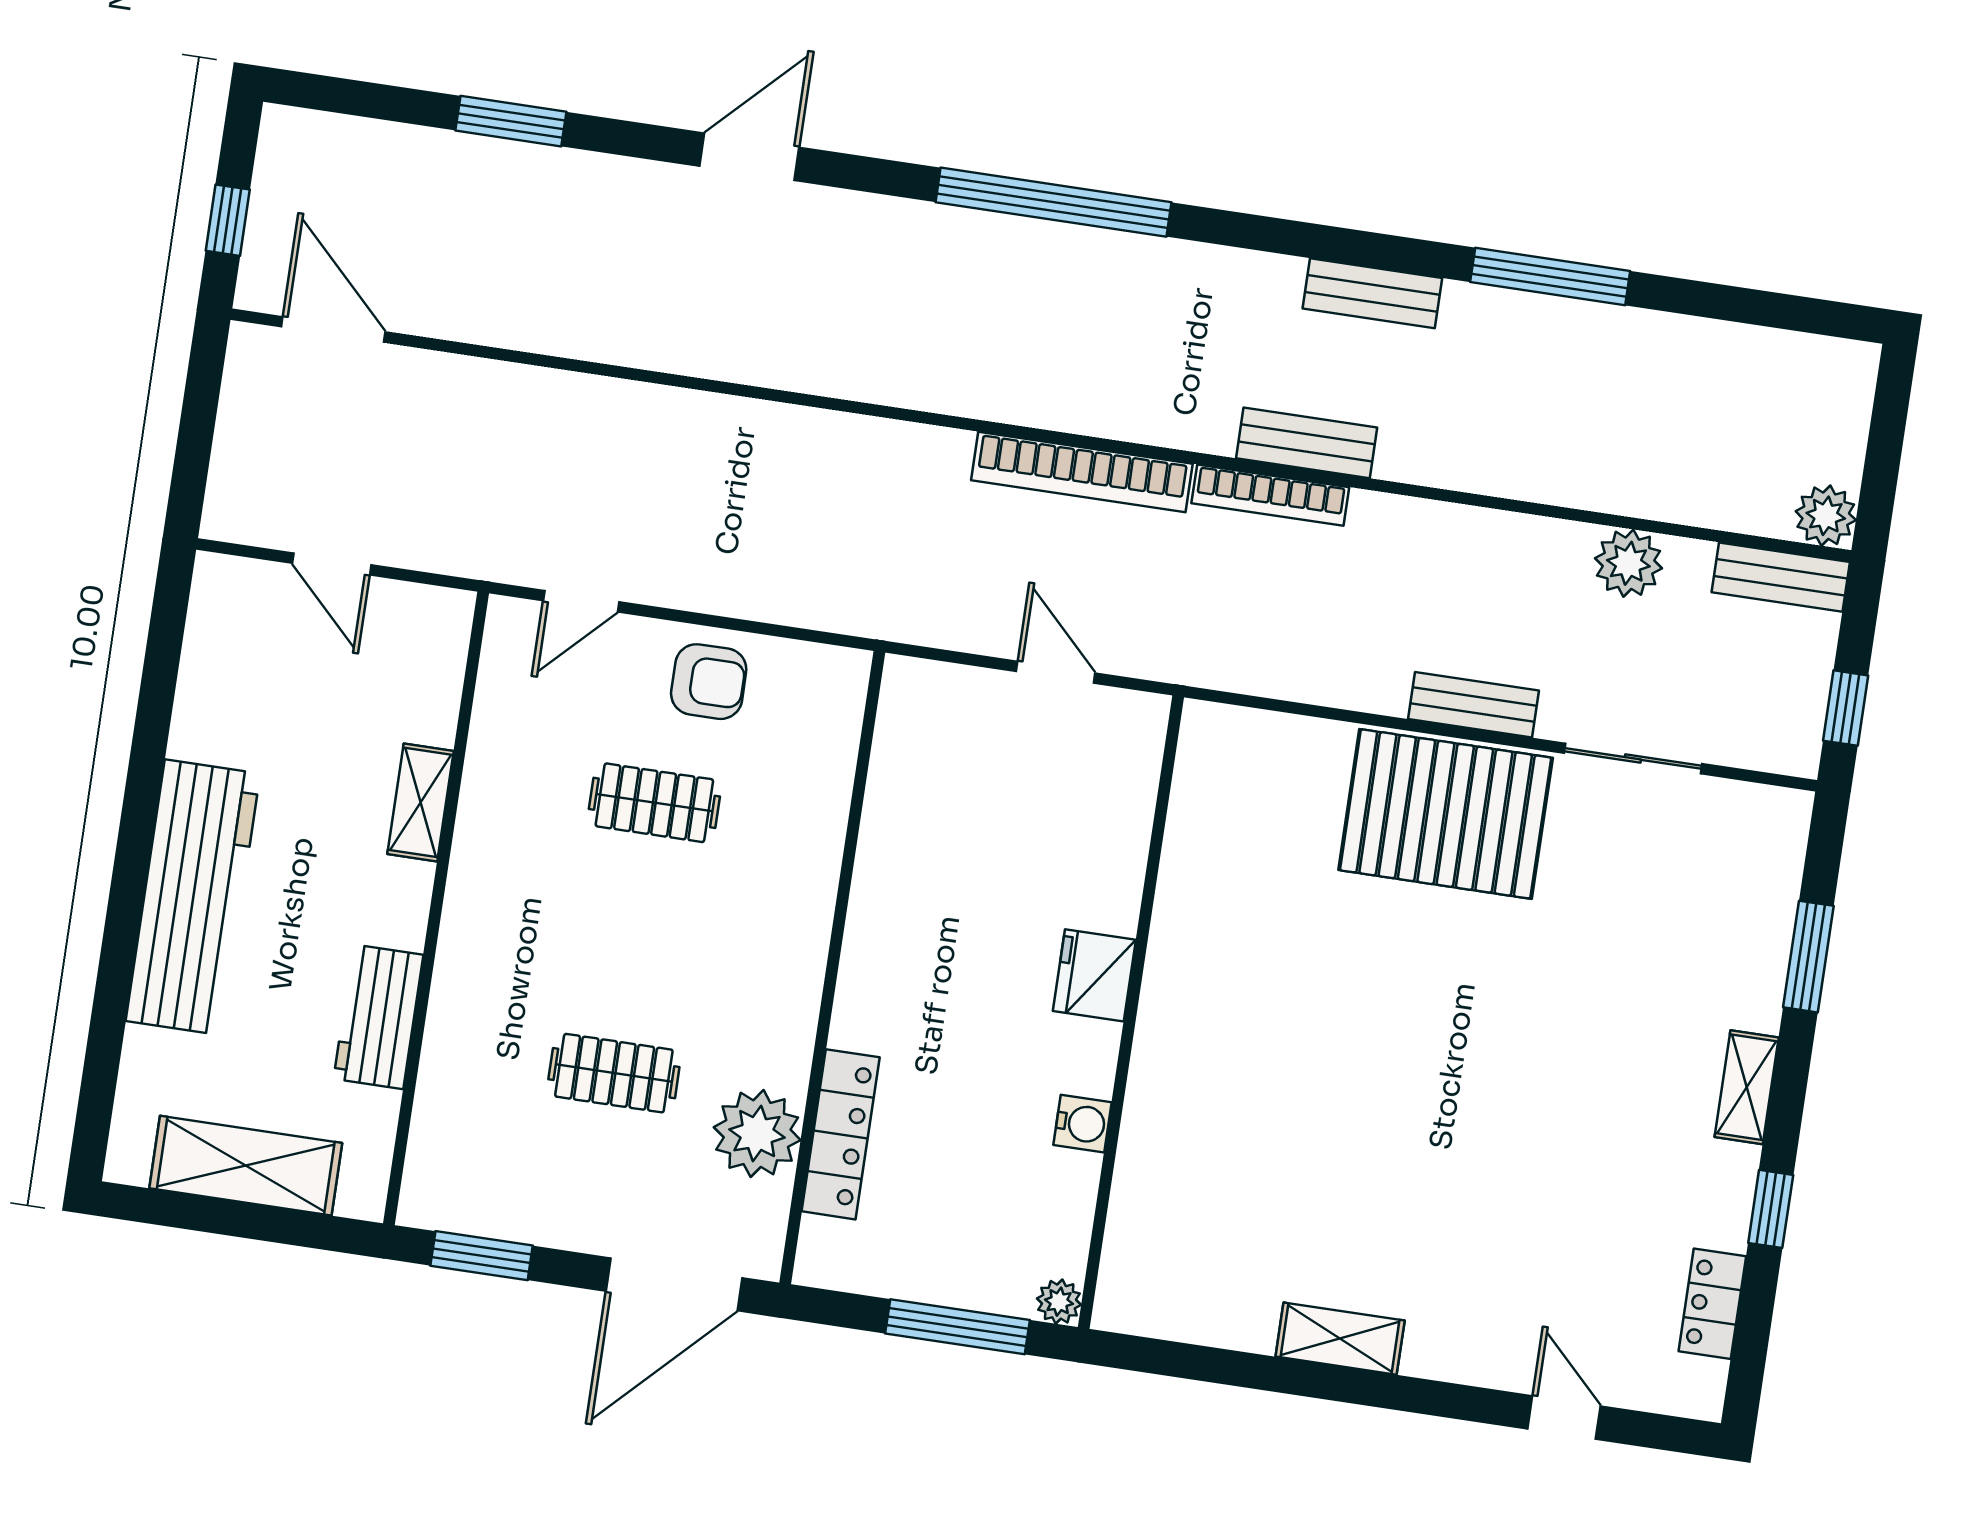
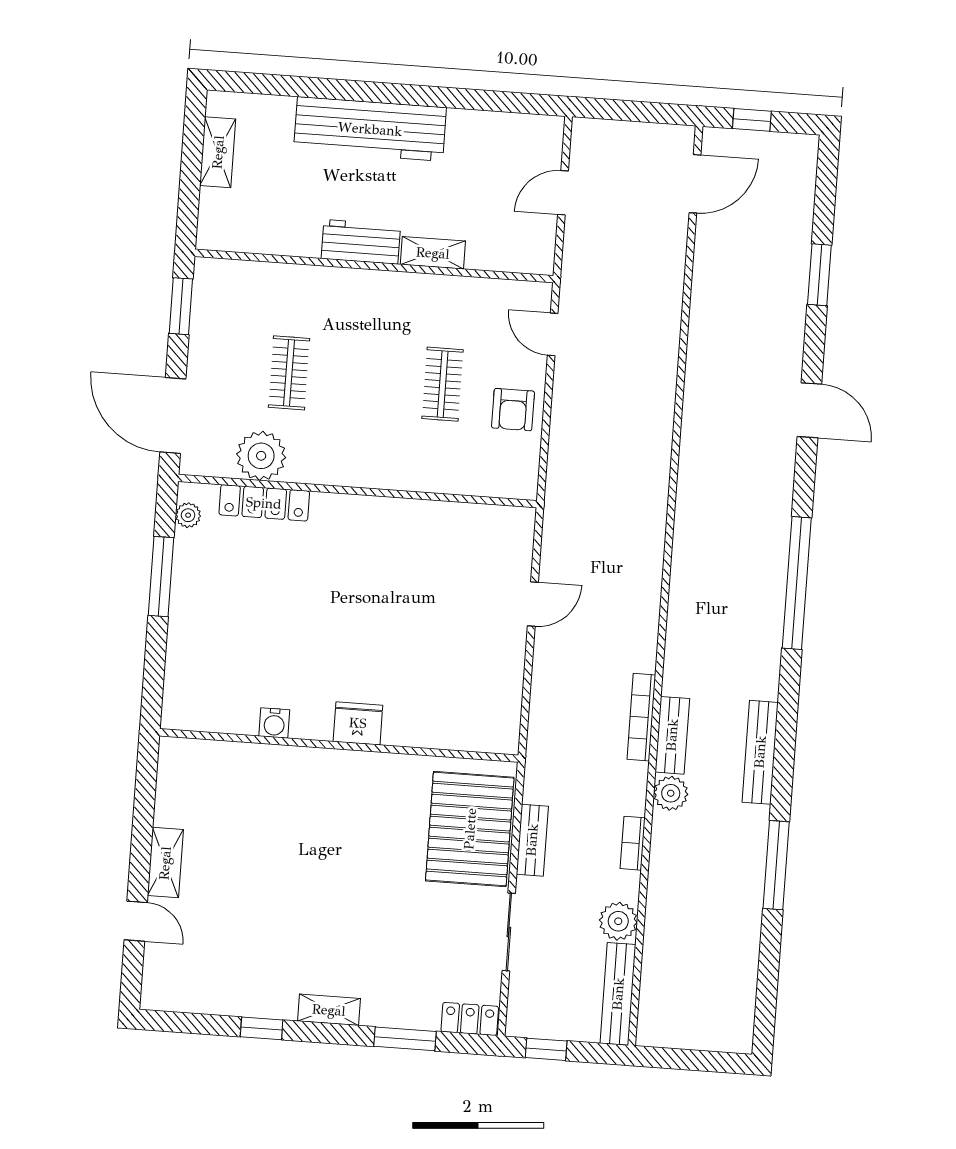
bench: (1372, 293) -> (760, 752), width x1.36
bookcase: (1082, 472) -> (633, 843), moved, width x0.43, depth x0.76
plant: (1826, 516) -> (671, 793), moved
bench: (1781, 577) -> (618, 994), width x1.36
fridge: (1094, 975) -> (358, 723), moved
wall: (1131, 1012) -> (339, 745), moved
workbench: (378, 1017) -> (361, 242), moved
water cooler: (1082, 1124) -> (274, 723), moved
shelving: (246, 1166) -> (218, 152), width x0.67, depth x0.75
plant: (1059, 1302) -> (188, 515), moved
locker: (1712, 1304) -> (470, 1019), moved
shelving: (1340, 1339) -> (165, 863), moved
door: (1564, 1417) -> (136, 921), hinge flipped

